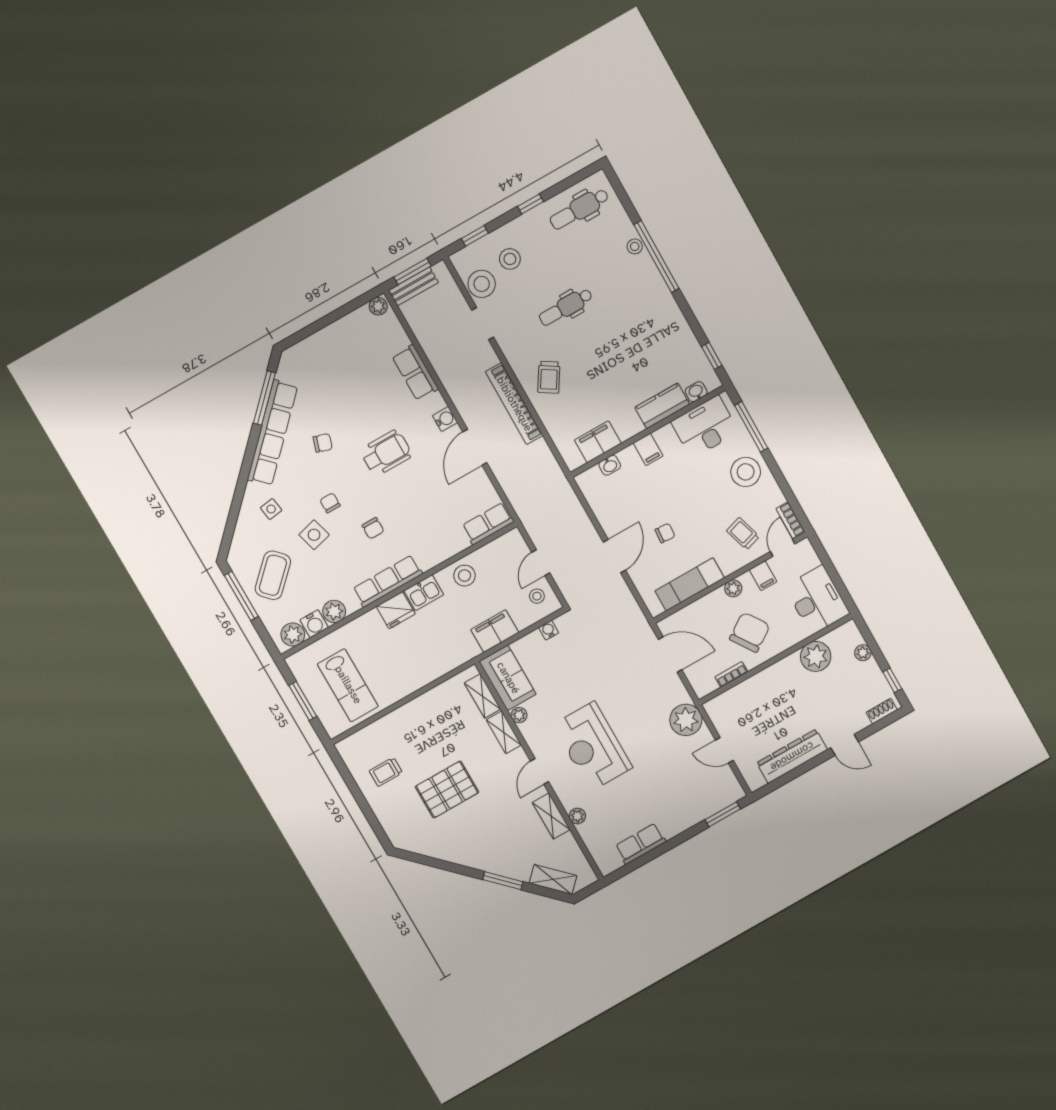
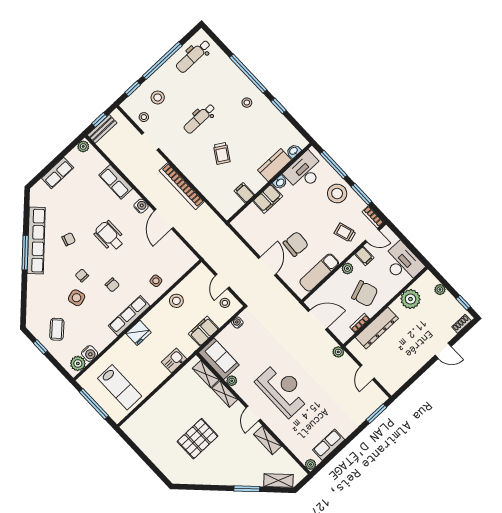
window: (531, 204) -> (162, 61), width x3.17
stool: (635, 246) -> (247, 103), moved
window: (413, 271) -> (99, 120), width x0.67
stool: (482, 284) -> (144, 117), width x0.53, depth x0.53
window: (712, 356) -> (279, 106), moved
trolley: (549, 377) -> (222, 153), moved
window: (264, 398) -> (25, 253), moved
filing cabinet: (598, 442) -> (244, 193), width x0.50
filing cabinet: (648, 449) -> (268, 199), width x2.00
wheelchair: (386, 453) -> (109, 236), turned -90
washbasin: (610, 465) -> (280, 182), moved
window: (782, 482) -> (361, 194), added
side table: (271, 509) -> (156, 281), moved
row of seats: (488, 524) -> (58, 173), moved, turned 180
chair: (665, 533) -> (296, 244), width x1.87, depth x1.87
door: (783, 548) -> (372, 235), swing flipped
coffee table: (273, 575) -> (57, 329), width x0.73, depth x0.77
kitchen sink: (424, 593) -> (174, 361), moved, turned 180
window: (241, 596) -> (40, 347), width x0.46
plant: (334, 611) -> (100, 343), removed
chair: (750, 632) -> (365, 294), turned 104
window: (303, 701) -> (94, 404), width x1.44
plant: (686, 720) -> (338, 352), width x0.53, depth x0.53
reception desk: (592, 746) -> (283, 390), turned 180
door: (724, 750) -> (367, 372), hinge flipped
dresser: (792, 756) -> (377, 328), moved, turned 180
trolley: (386, 772) -> (156, 437), removed
plant: (577, 816) -> (311, 464), moved

